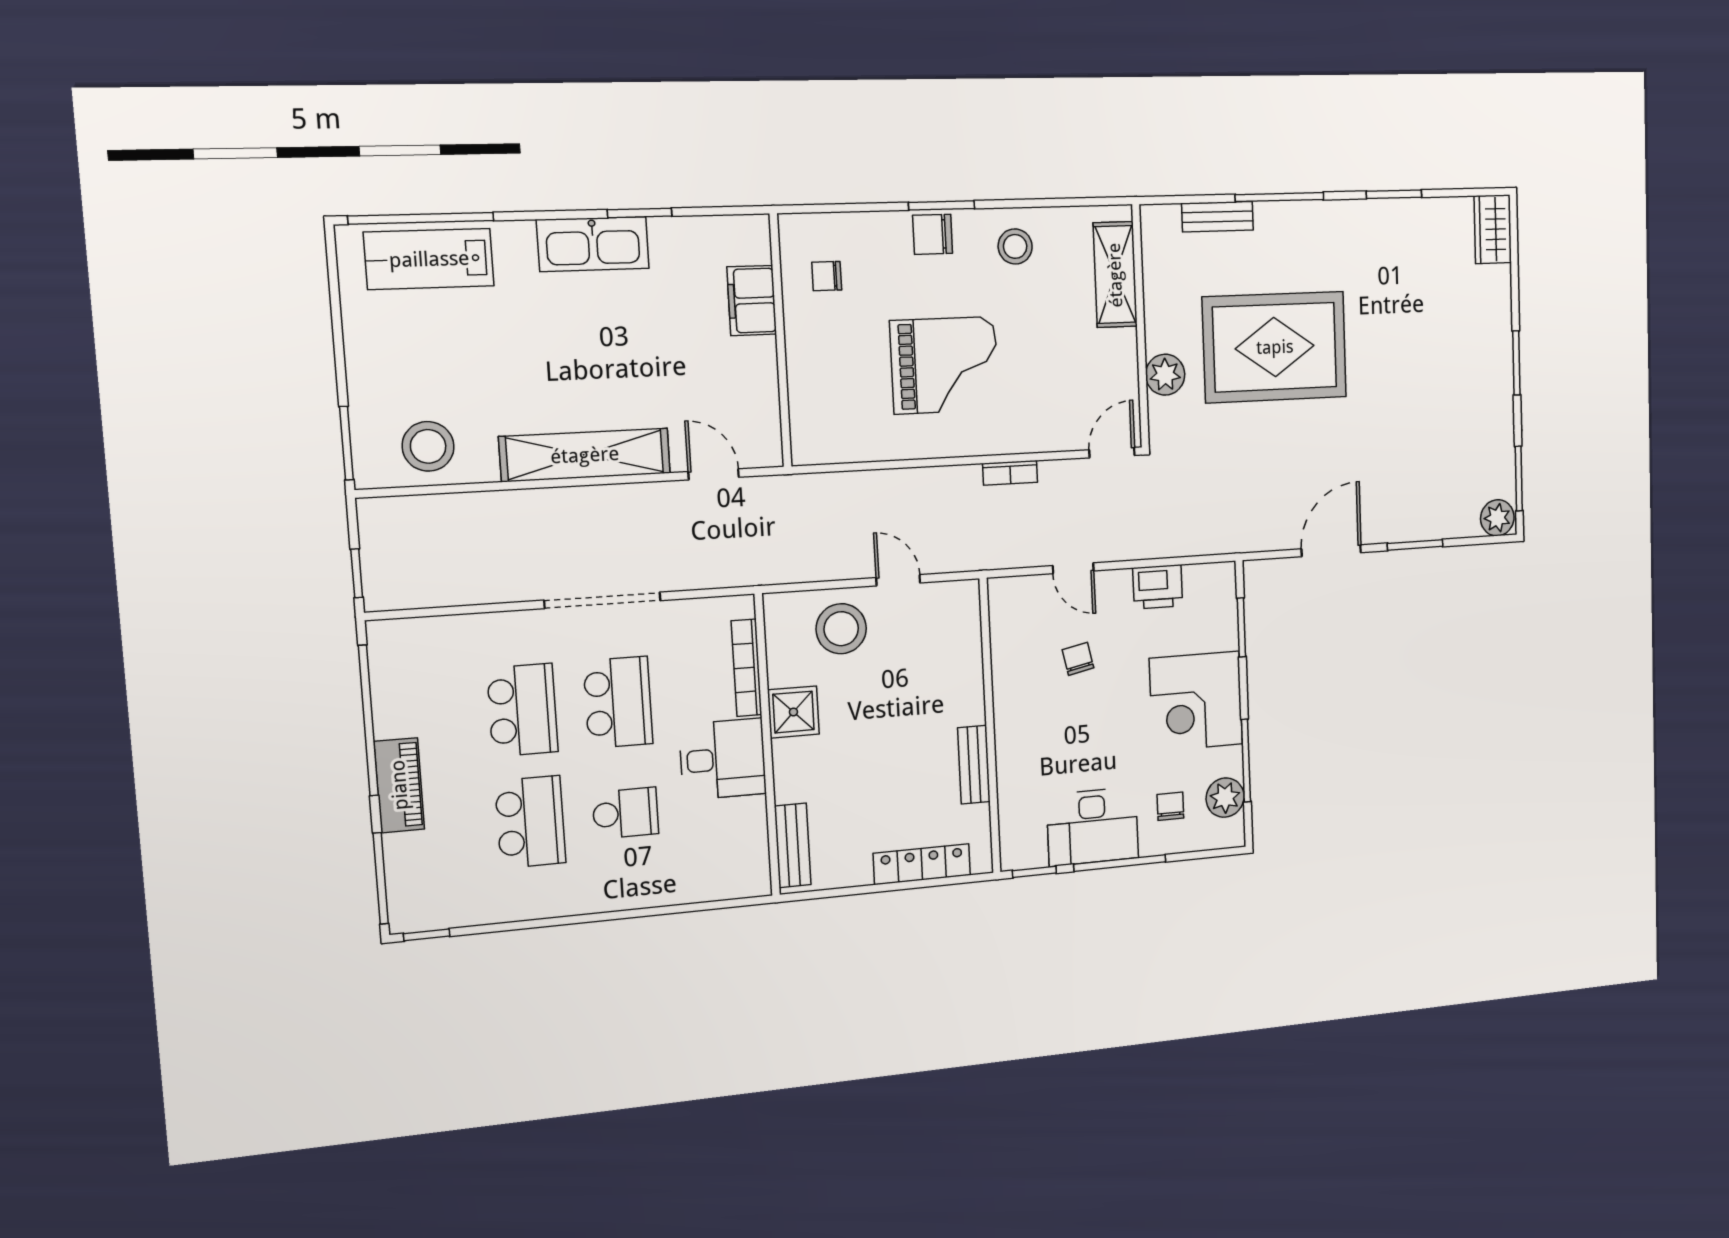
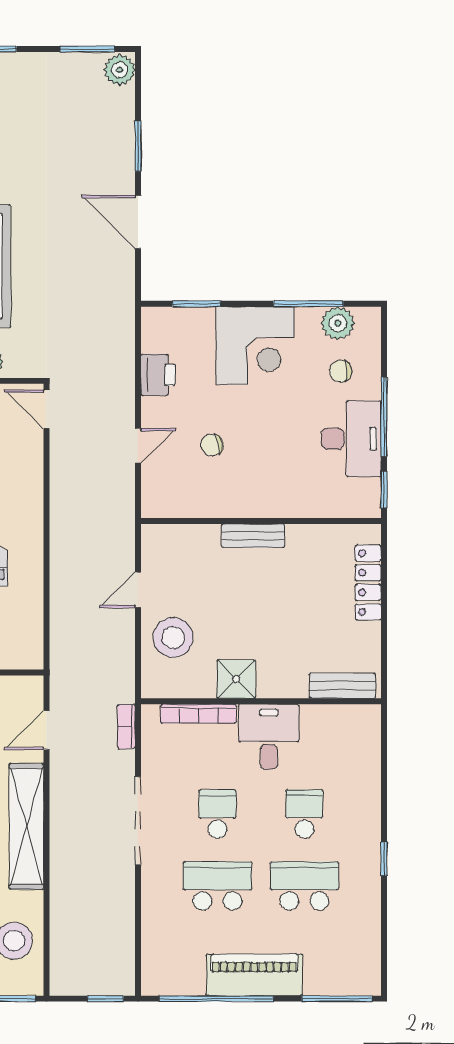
bookcase: (1010, 473) -> (126, 726), moved, turned 180
school desk: (618, 702) -> (218, 814), width x0.54
bench: (974, 765) -> (253, 536), moved
piano: (399, 785) -> (254, 975), width x1.37, depth x1.33
window: (427, 935) -> (384, 859), moved

